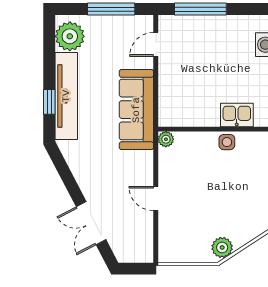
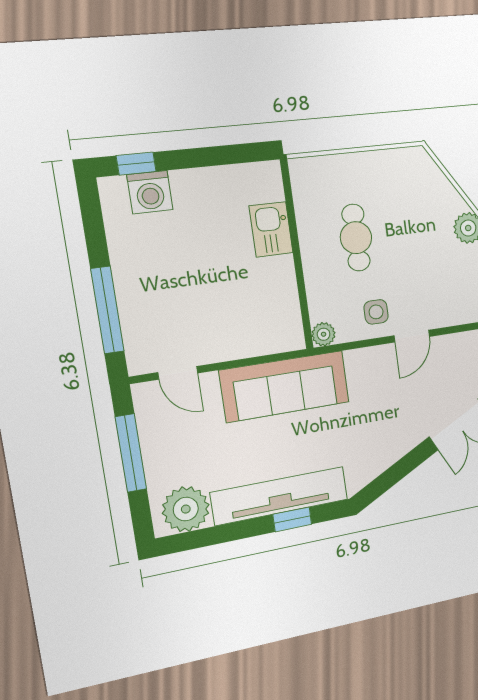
side table: (227, 142) -> (376, 312), moved
cafe table: (225, 169) -> (356, 238), added

